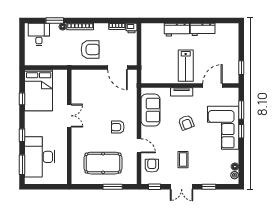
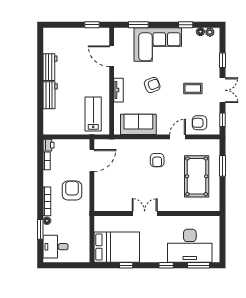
lab bench: (186, 66) -> (93, 114), moved, turned -90
window: (241, 131) -> (186, 25), moved

